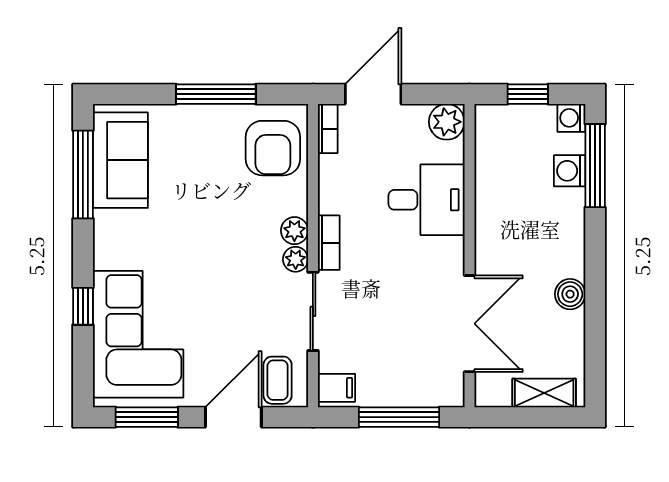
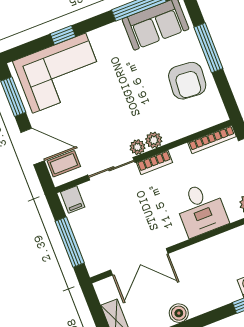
window: (216, 94) -> (208, 48), moved
bookcase: (328, 129) -> (212, 140), width x1.56
armchair: (273, 148) -> (187, 81), moved, turned -85

